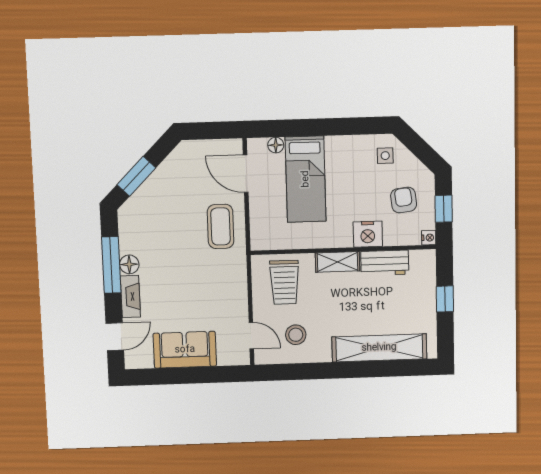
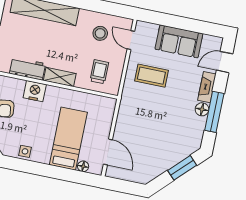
side table: (385, 156) -> (25, 151), moved
coffee table: (221, 226) -> (151, 76), moved, turned 90
trolley: (284, 282) -> (99, 72), width x0.73, depth x0.72

